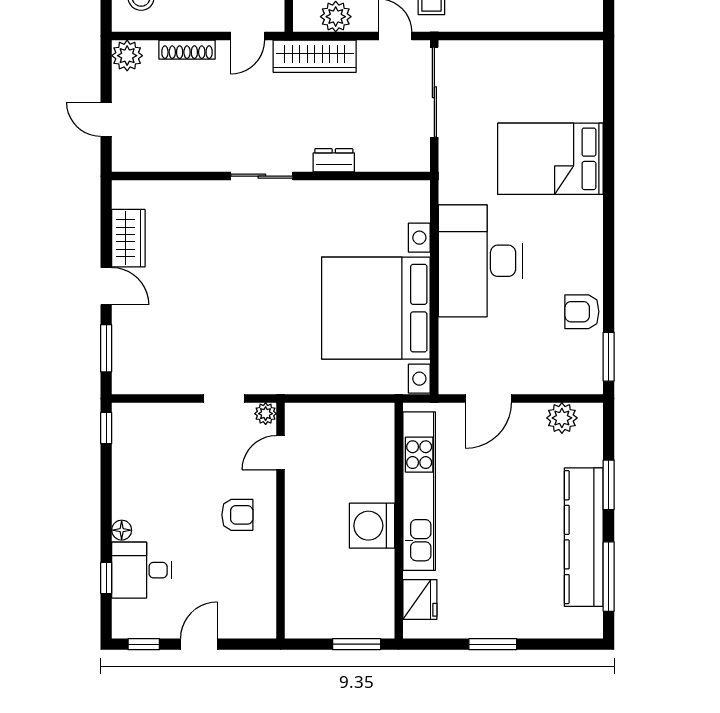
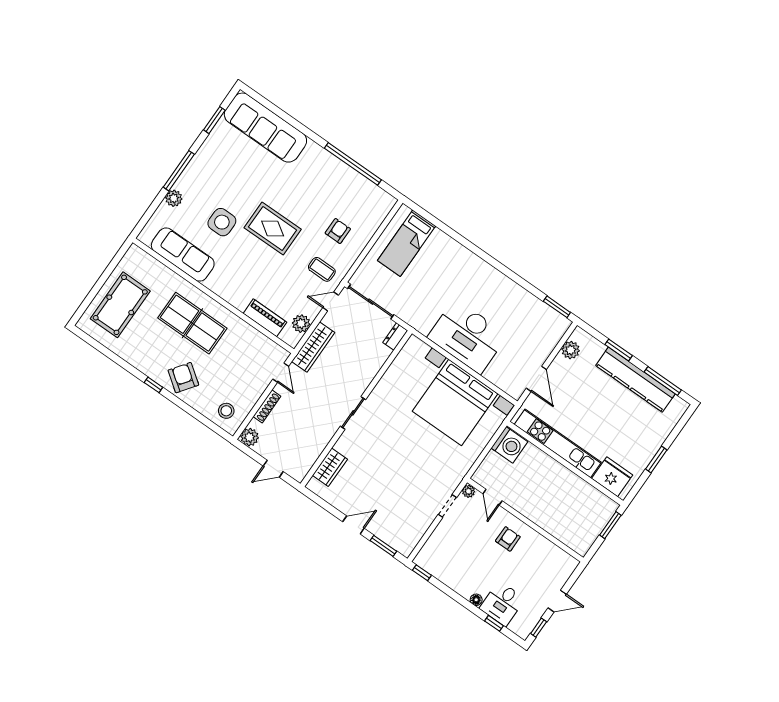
bed: (550, 159) -> (406, 243), moved, width x0.67
dresser: (334, 160) -> (395, 336), moved
wardrobe: (128, 238) -> (330, 467), moved, turned 90
armchair: (582, 312) -> (526, 305), removed
washing machine: (372, 526) -> (509, 445), moved, turned -90
fridge: (420, 599) -> (612, 477), width x1.36, depth x1.34
door: (199, 644) -> (557, 601), swing flipped

